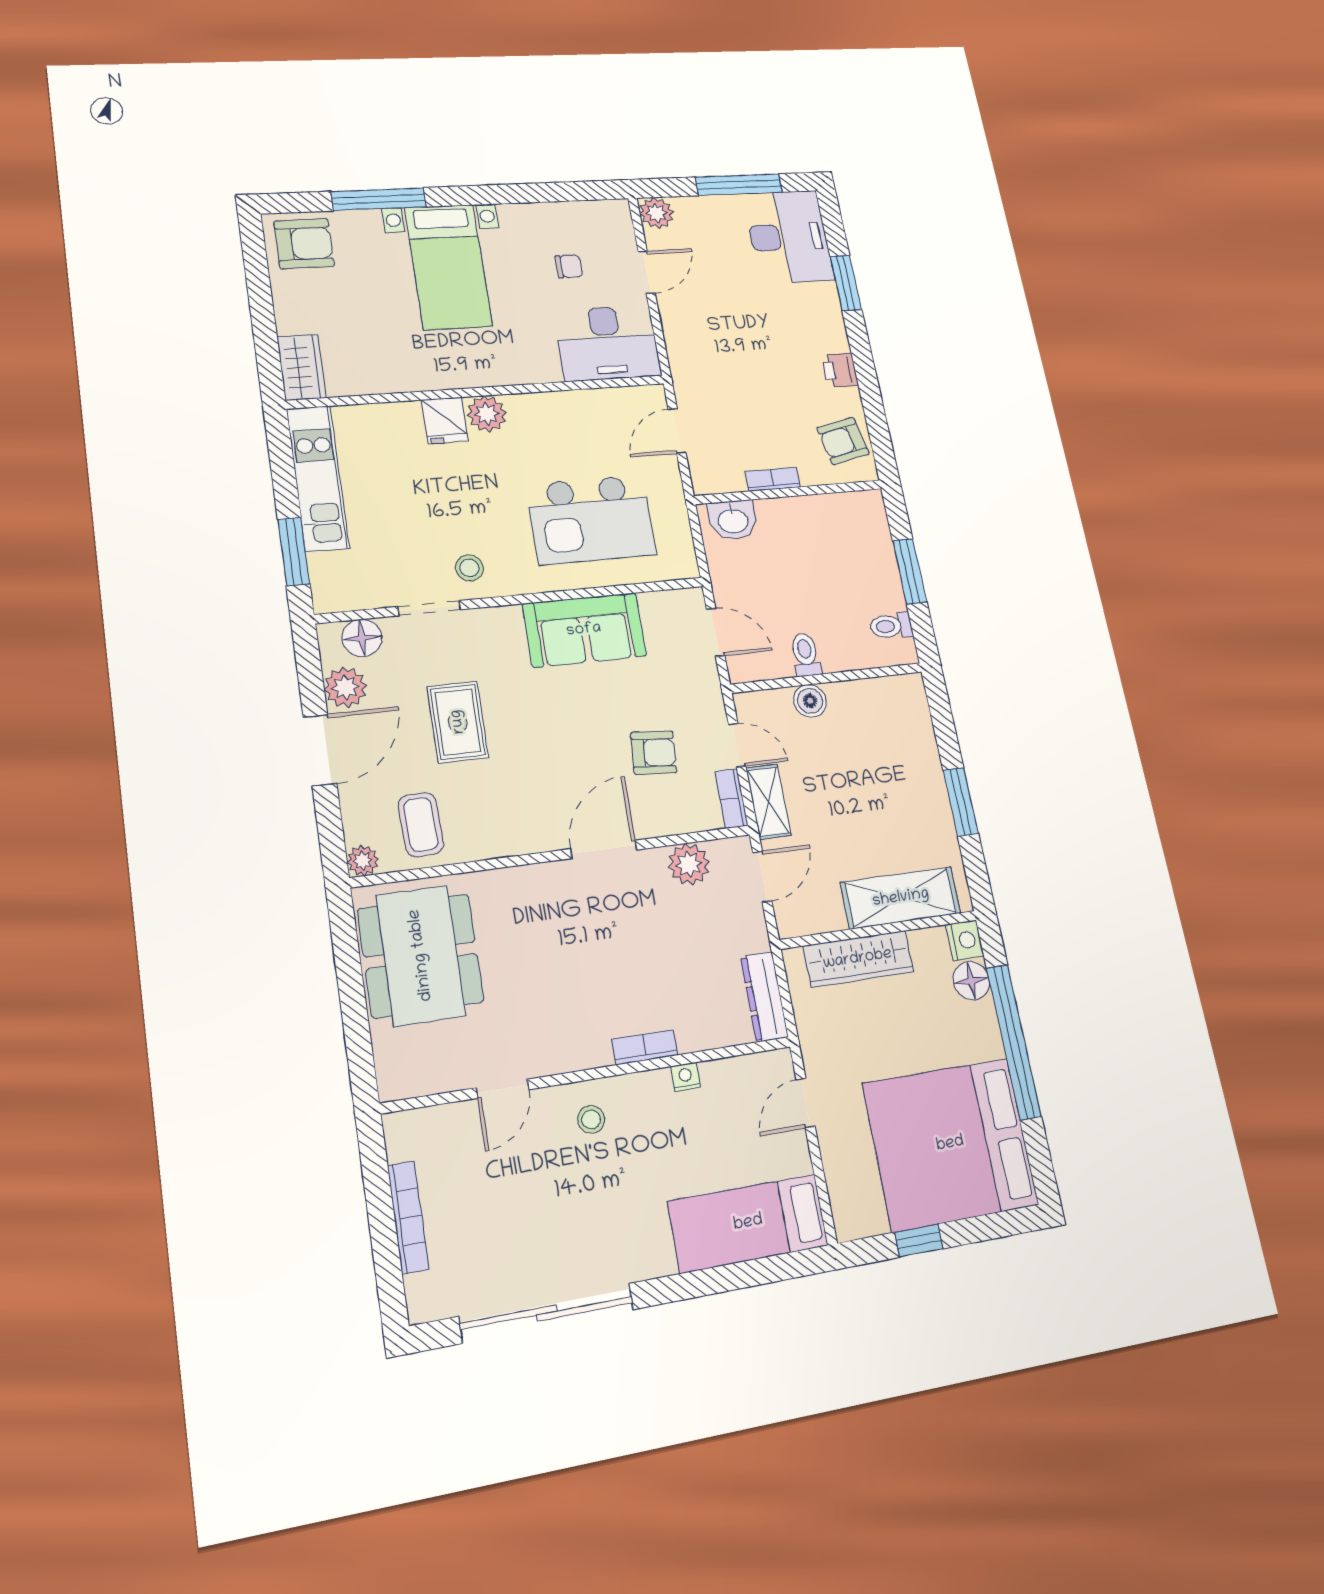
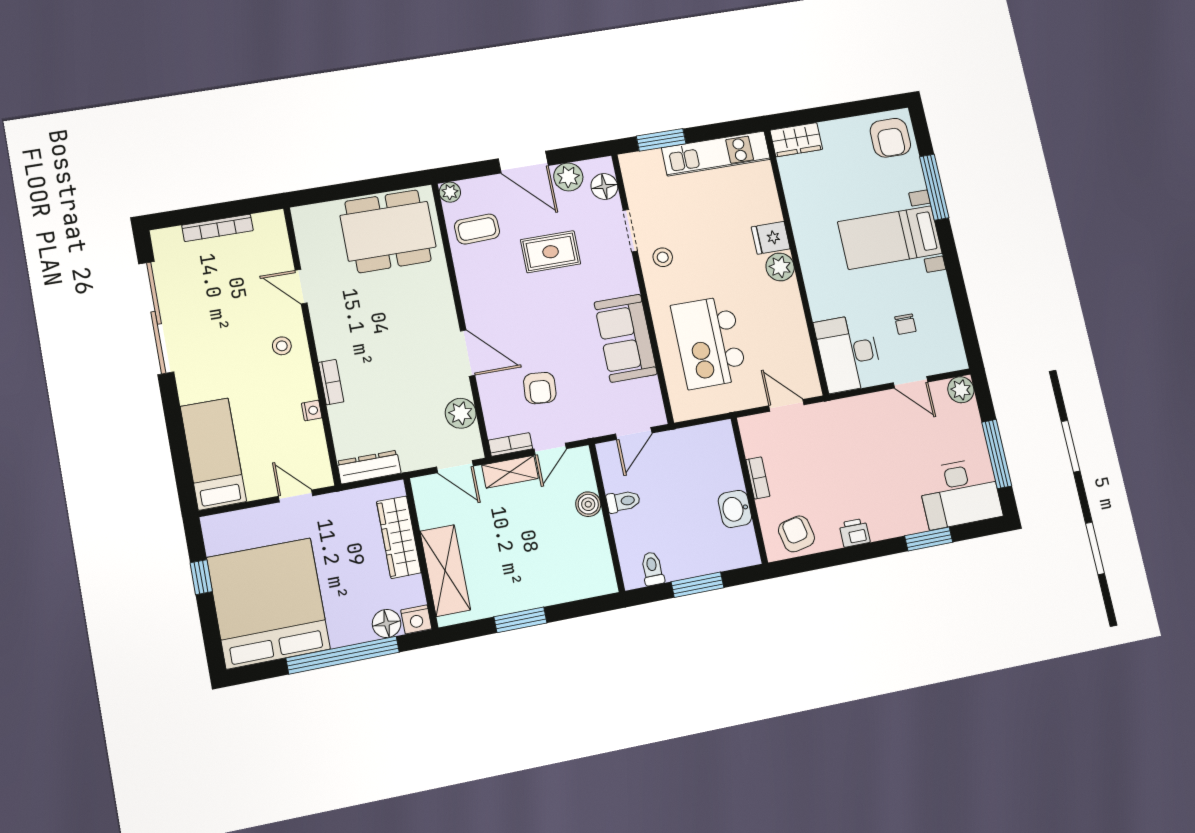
washbasin: (733, 520) -> (735, 509), moved

